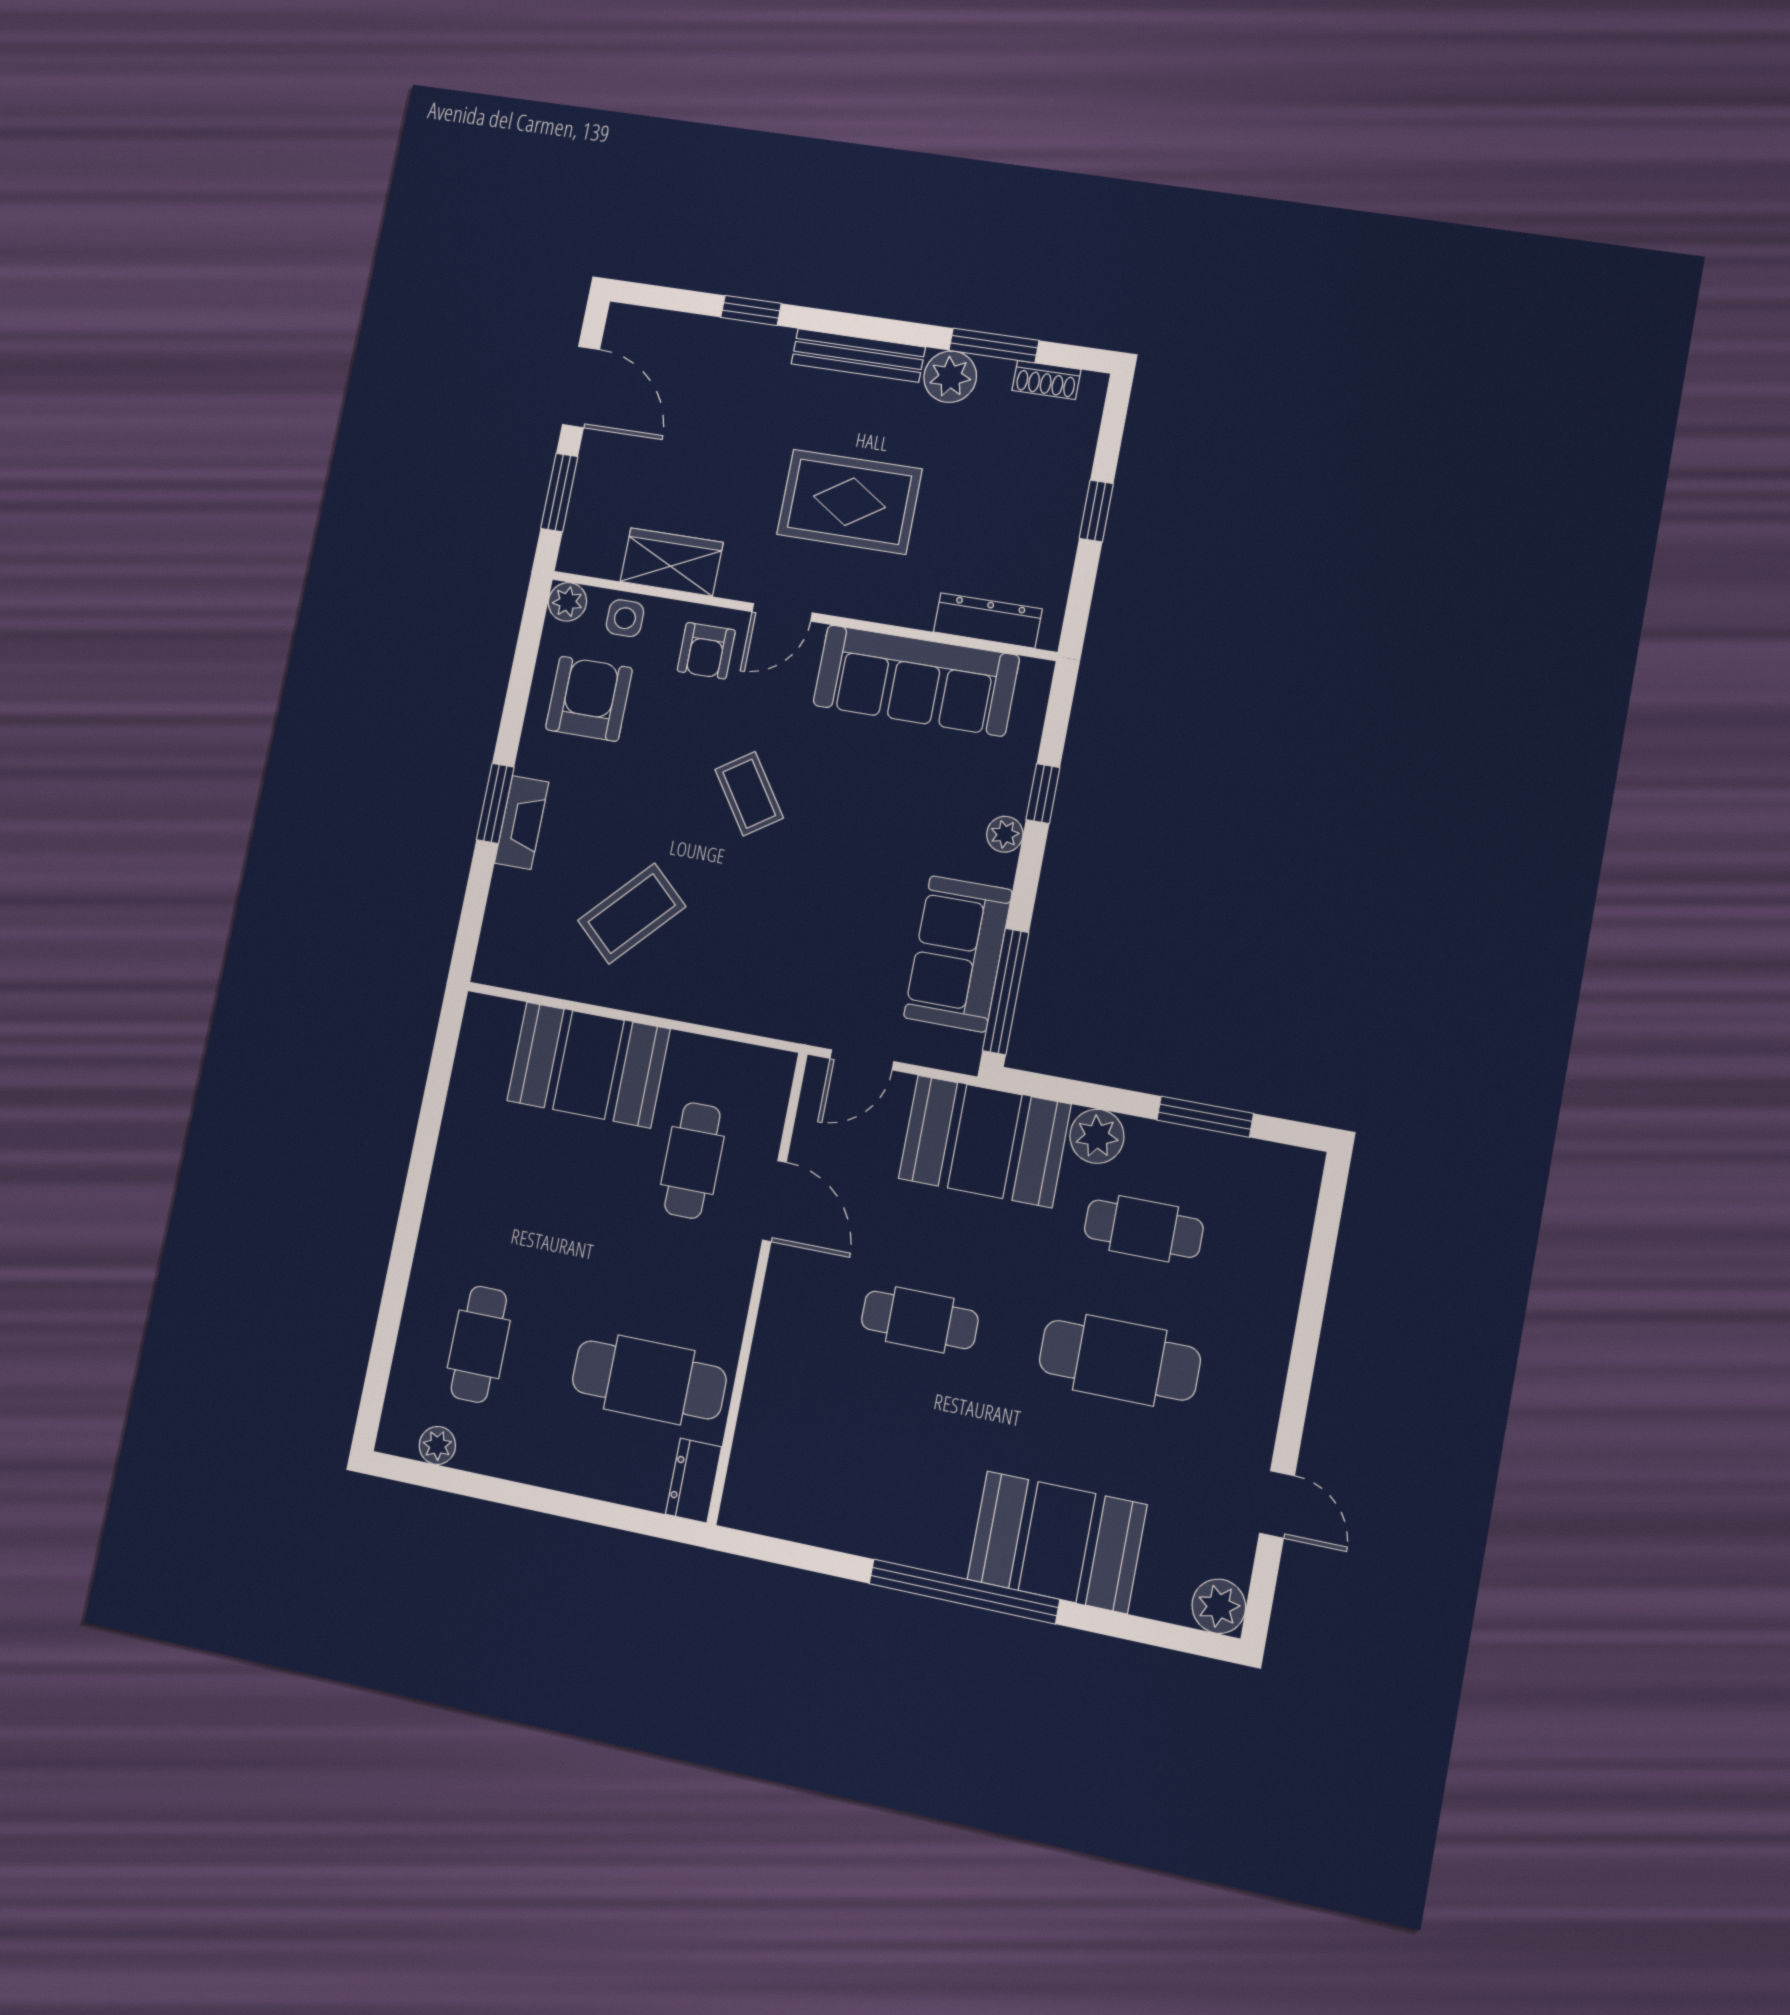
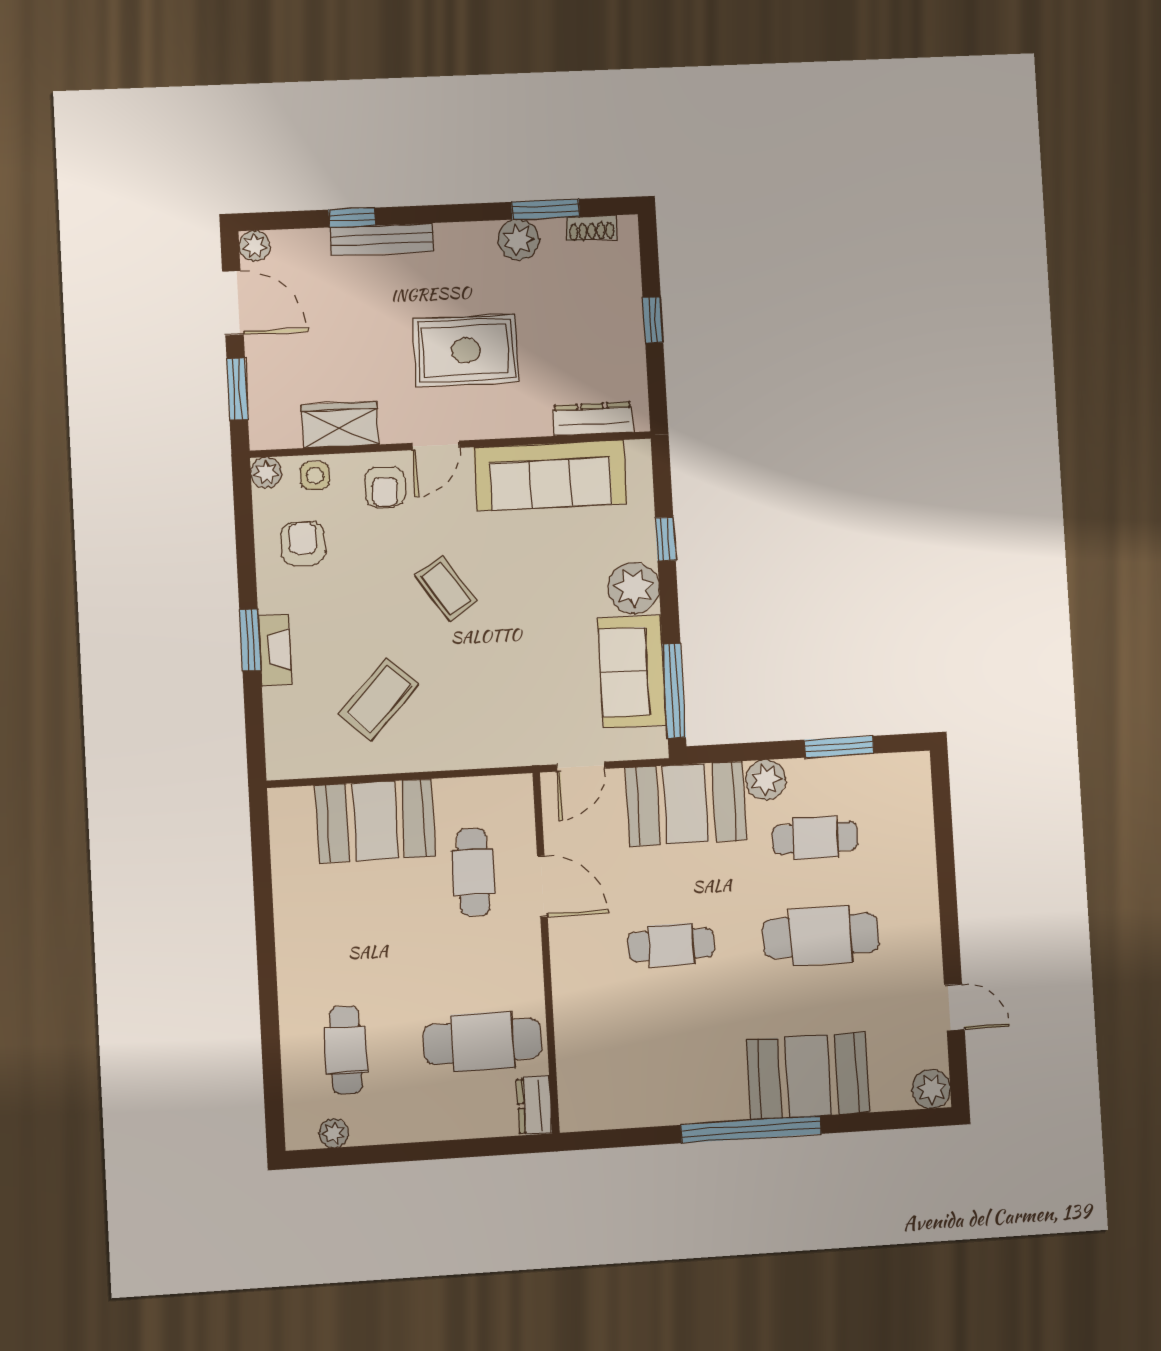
plant: (625, 323) -> (255, 246), added
bench: (858, 355) -> (381, 239), moved
armchair: (589, 699) -> (303, 544), width x0.72, depth x0.72
plant: (1005, 834) -> (634, 588), width x1.88, depth x1.88

